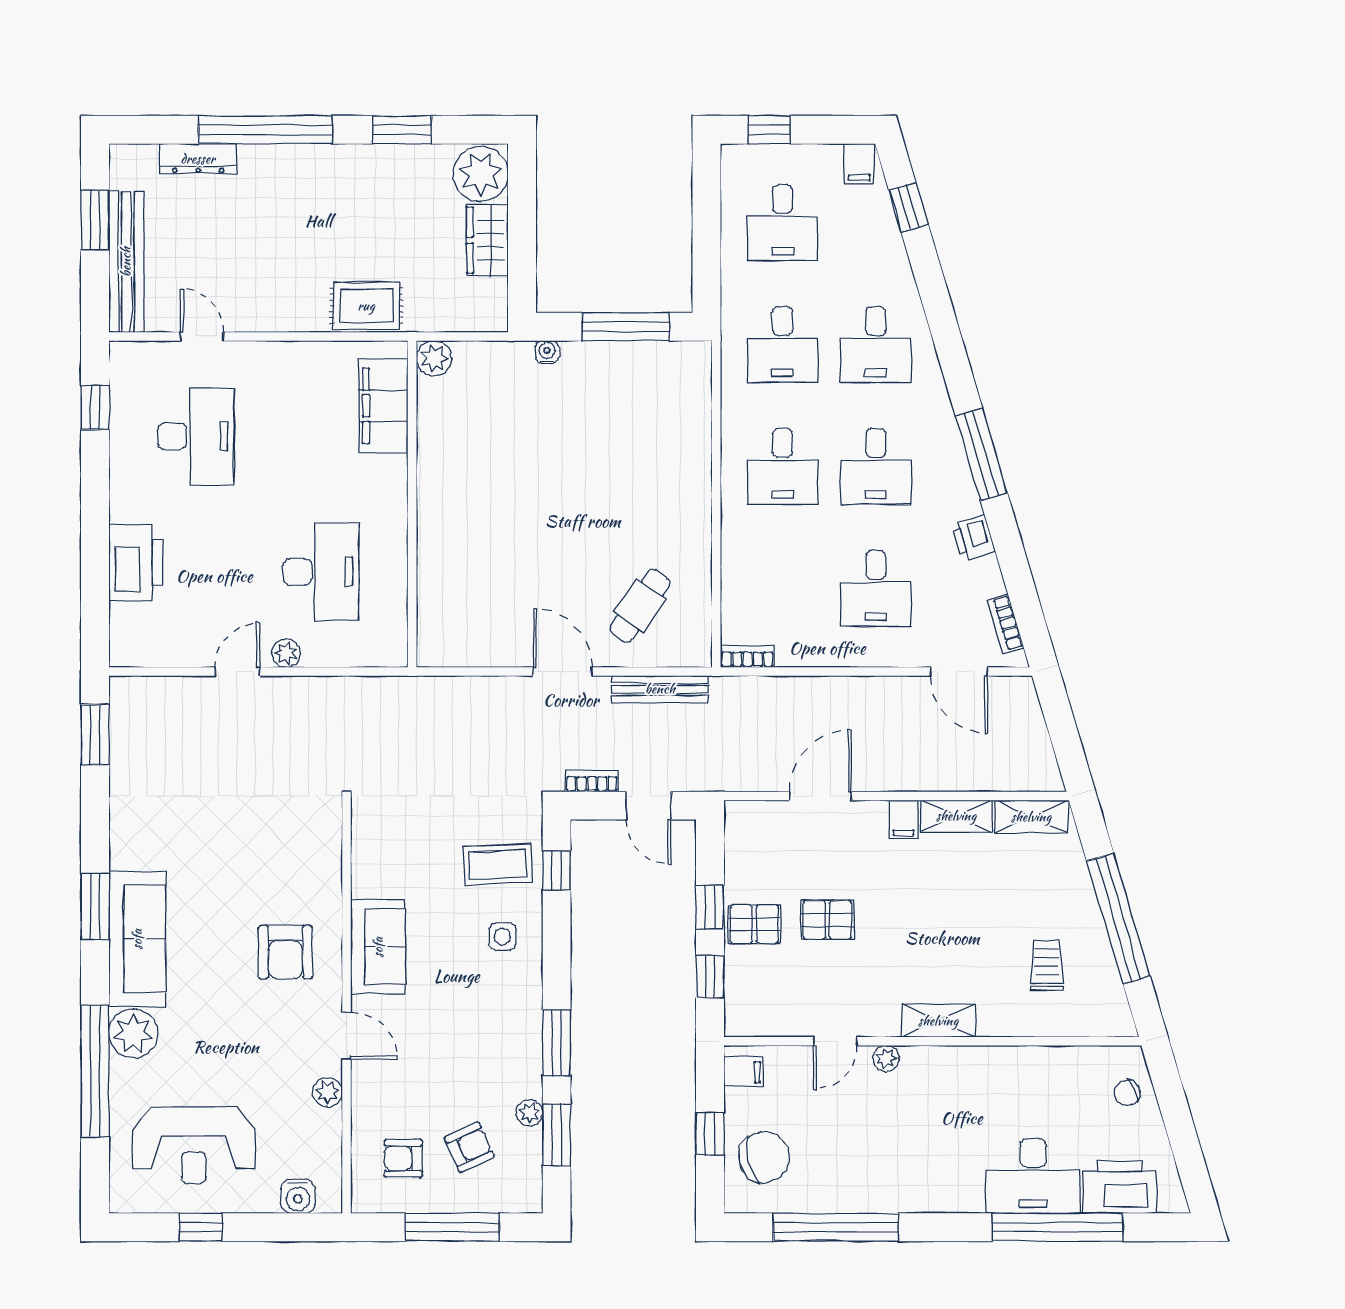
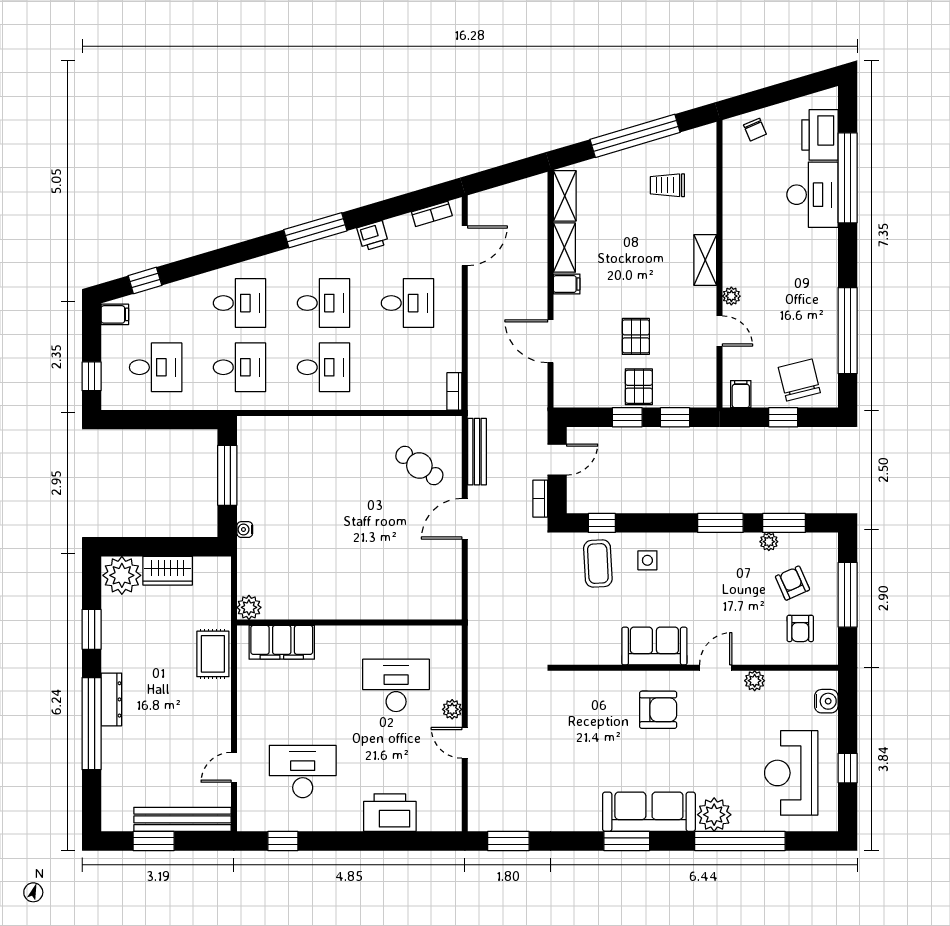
dresser: (198, 159) -> (111, 699), moved
reception desk: (194, 1145) -> (791, 773), turned 180

